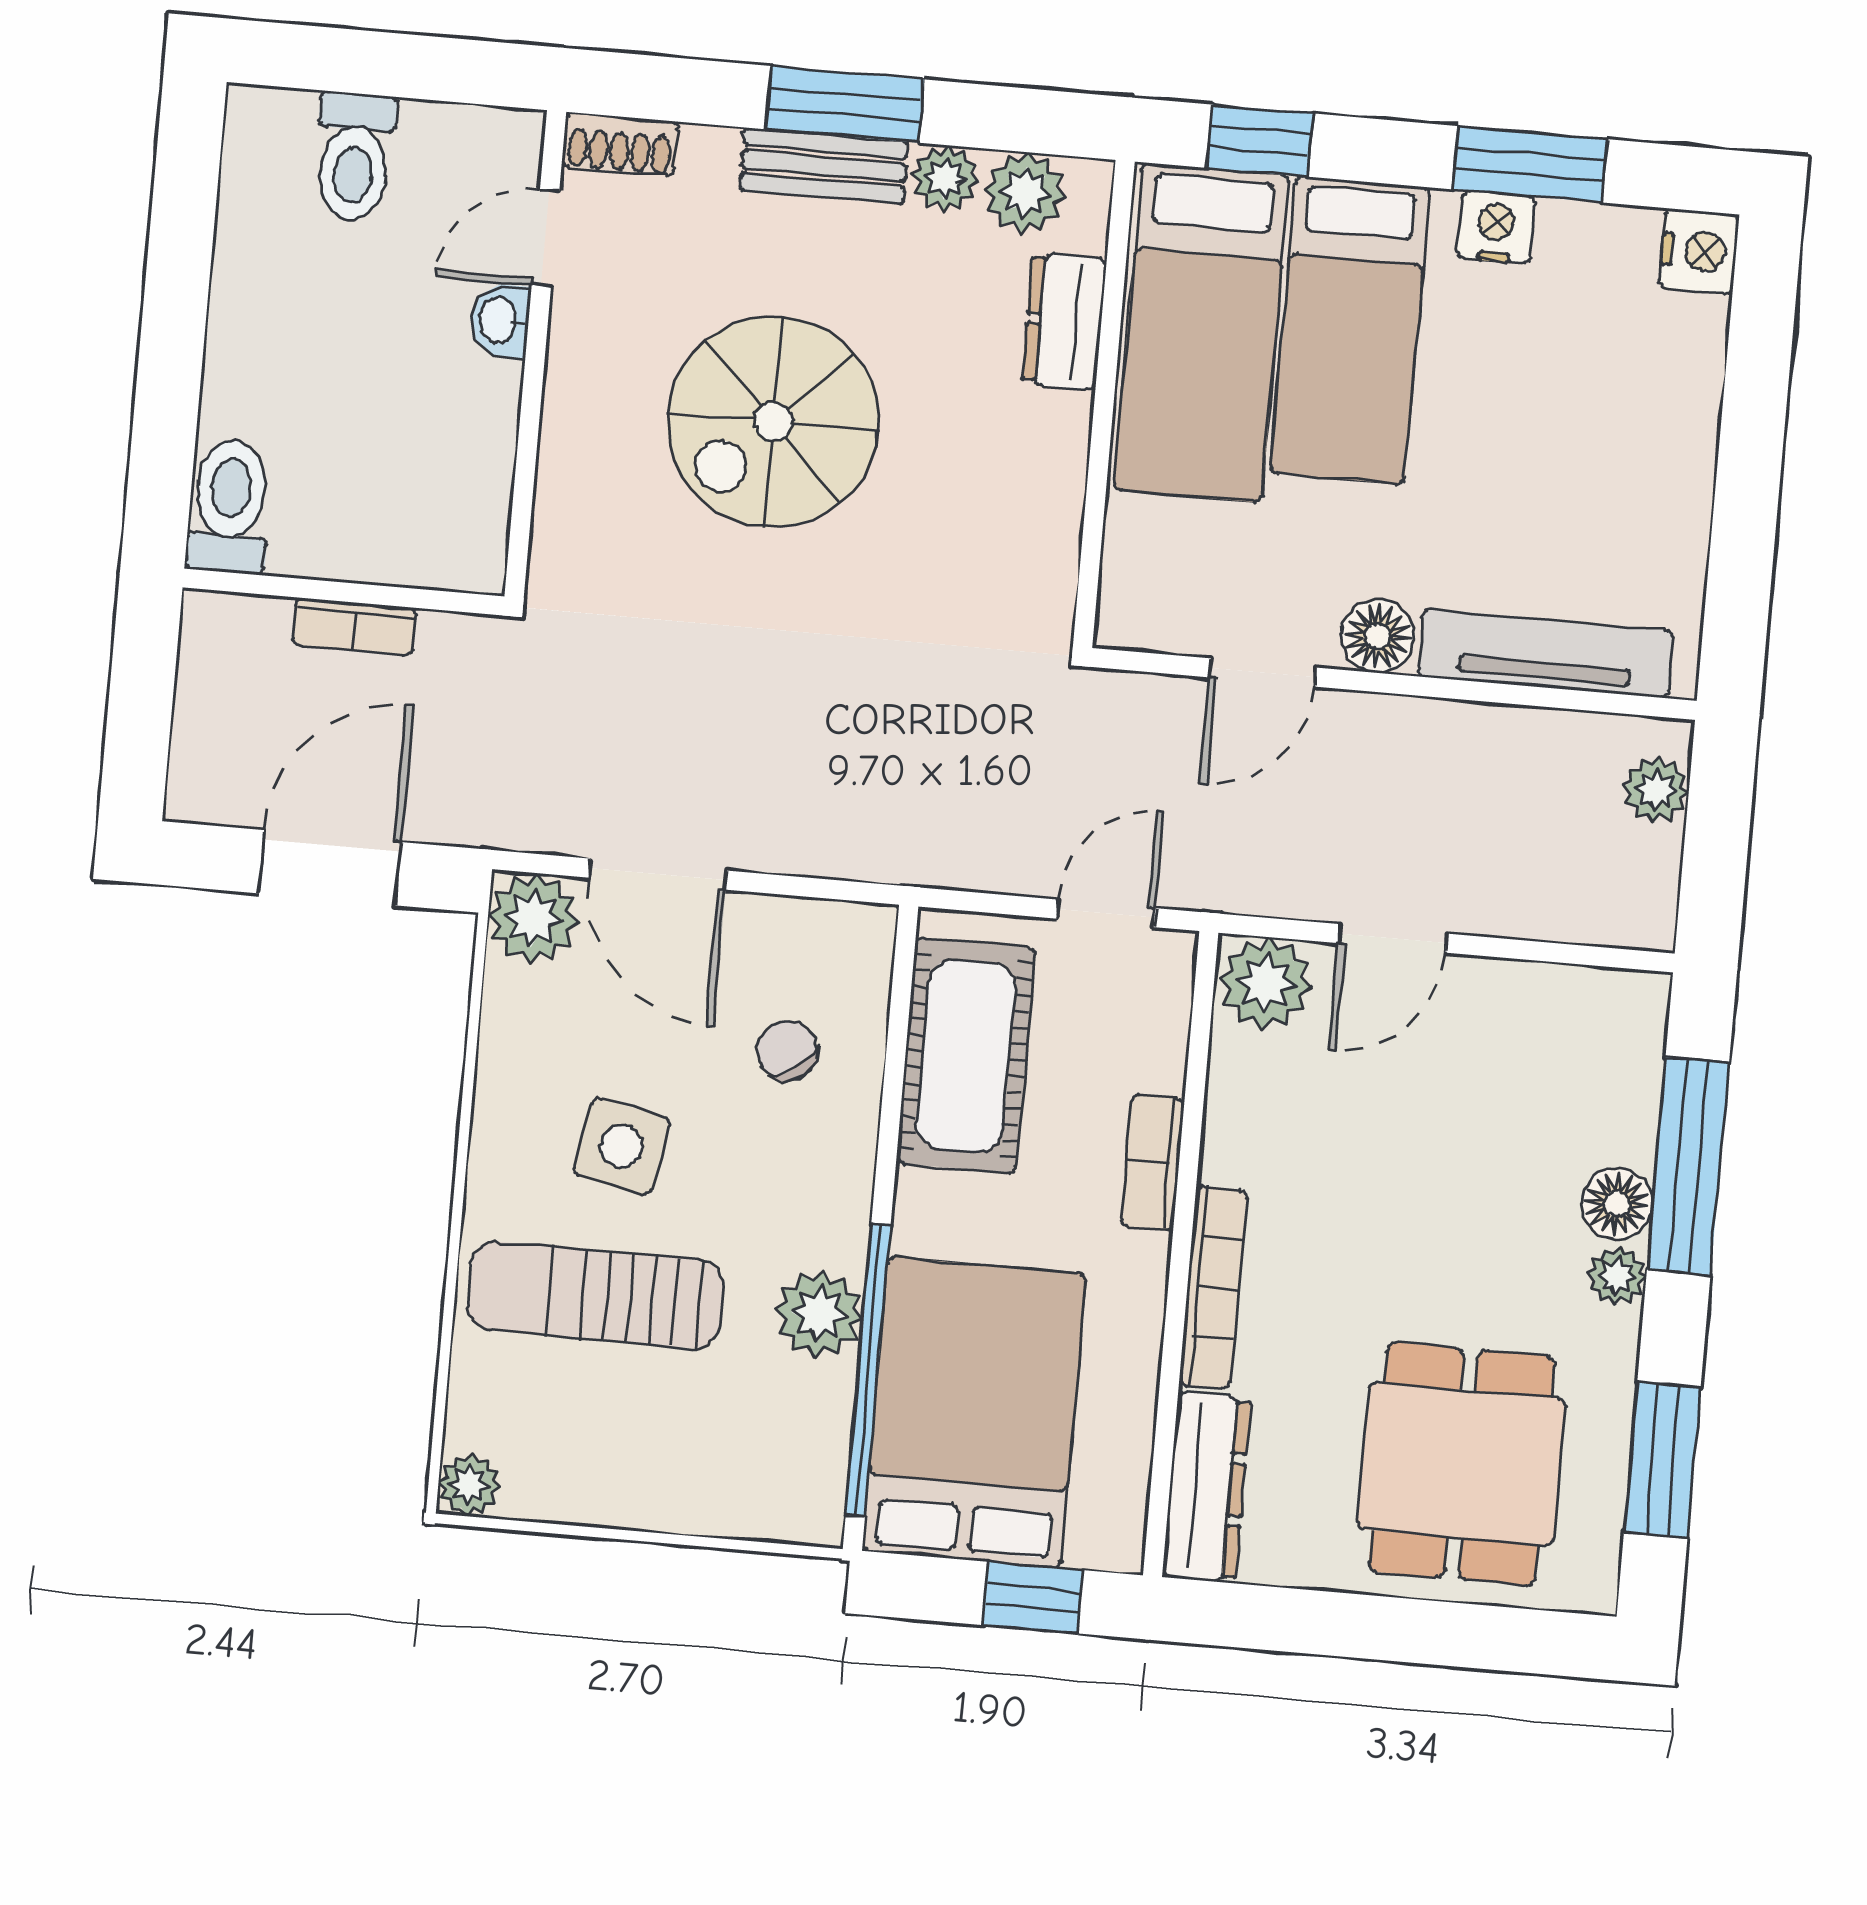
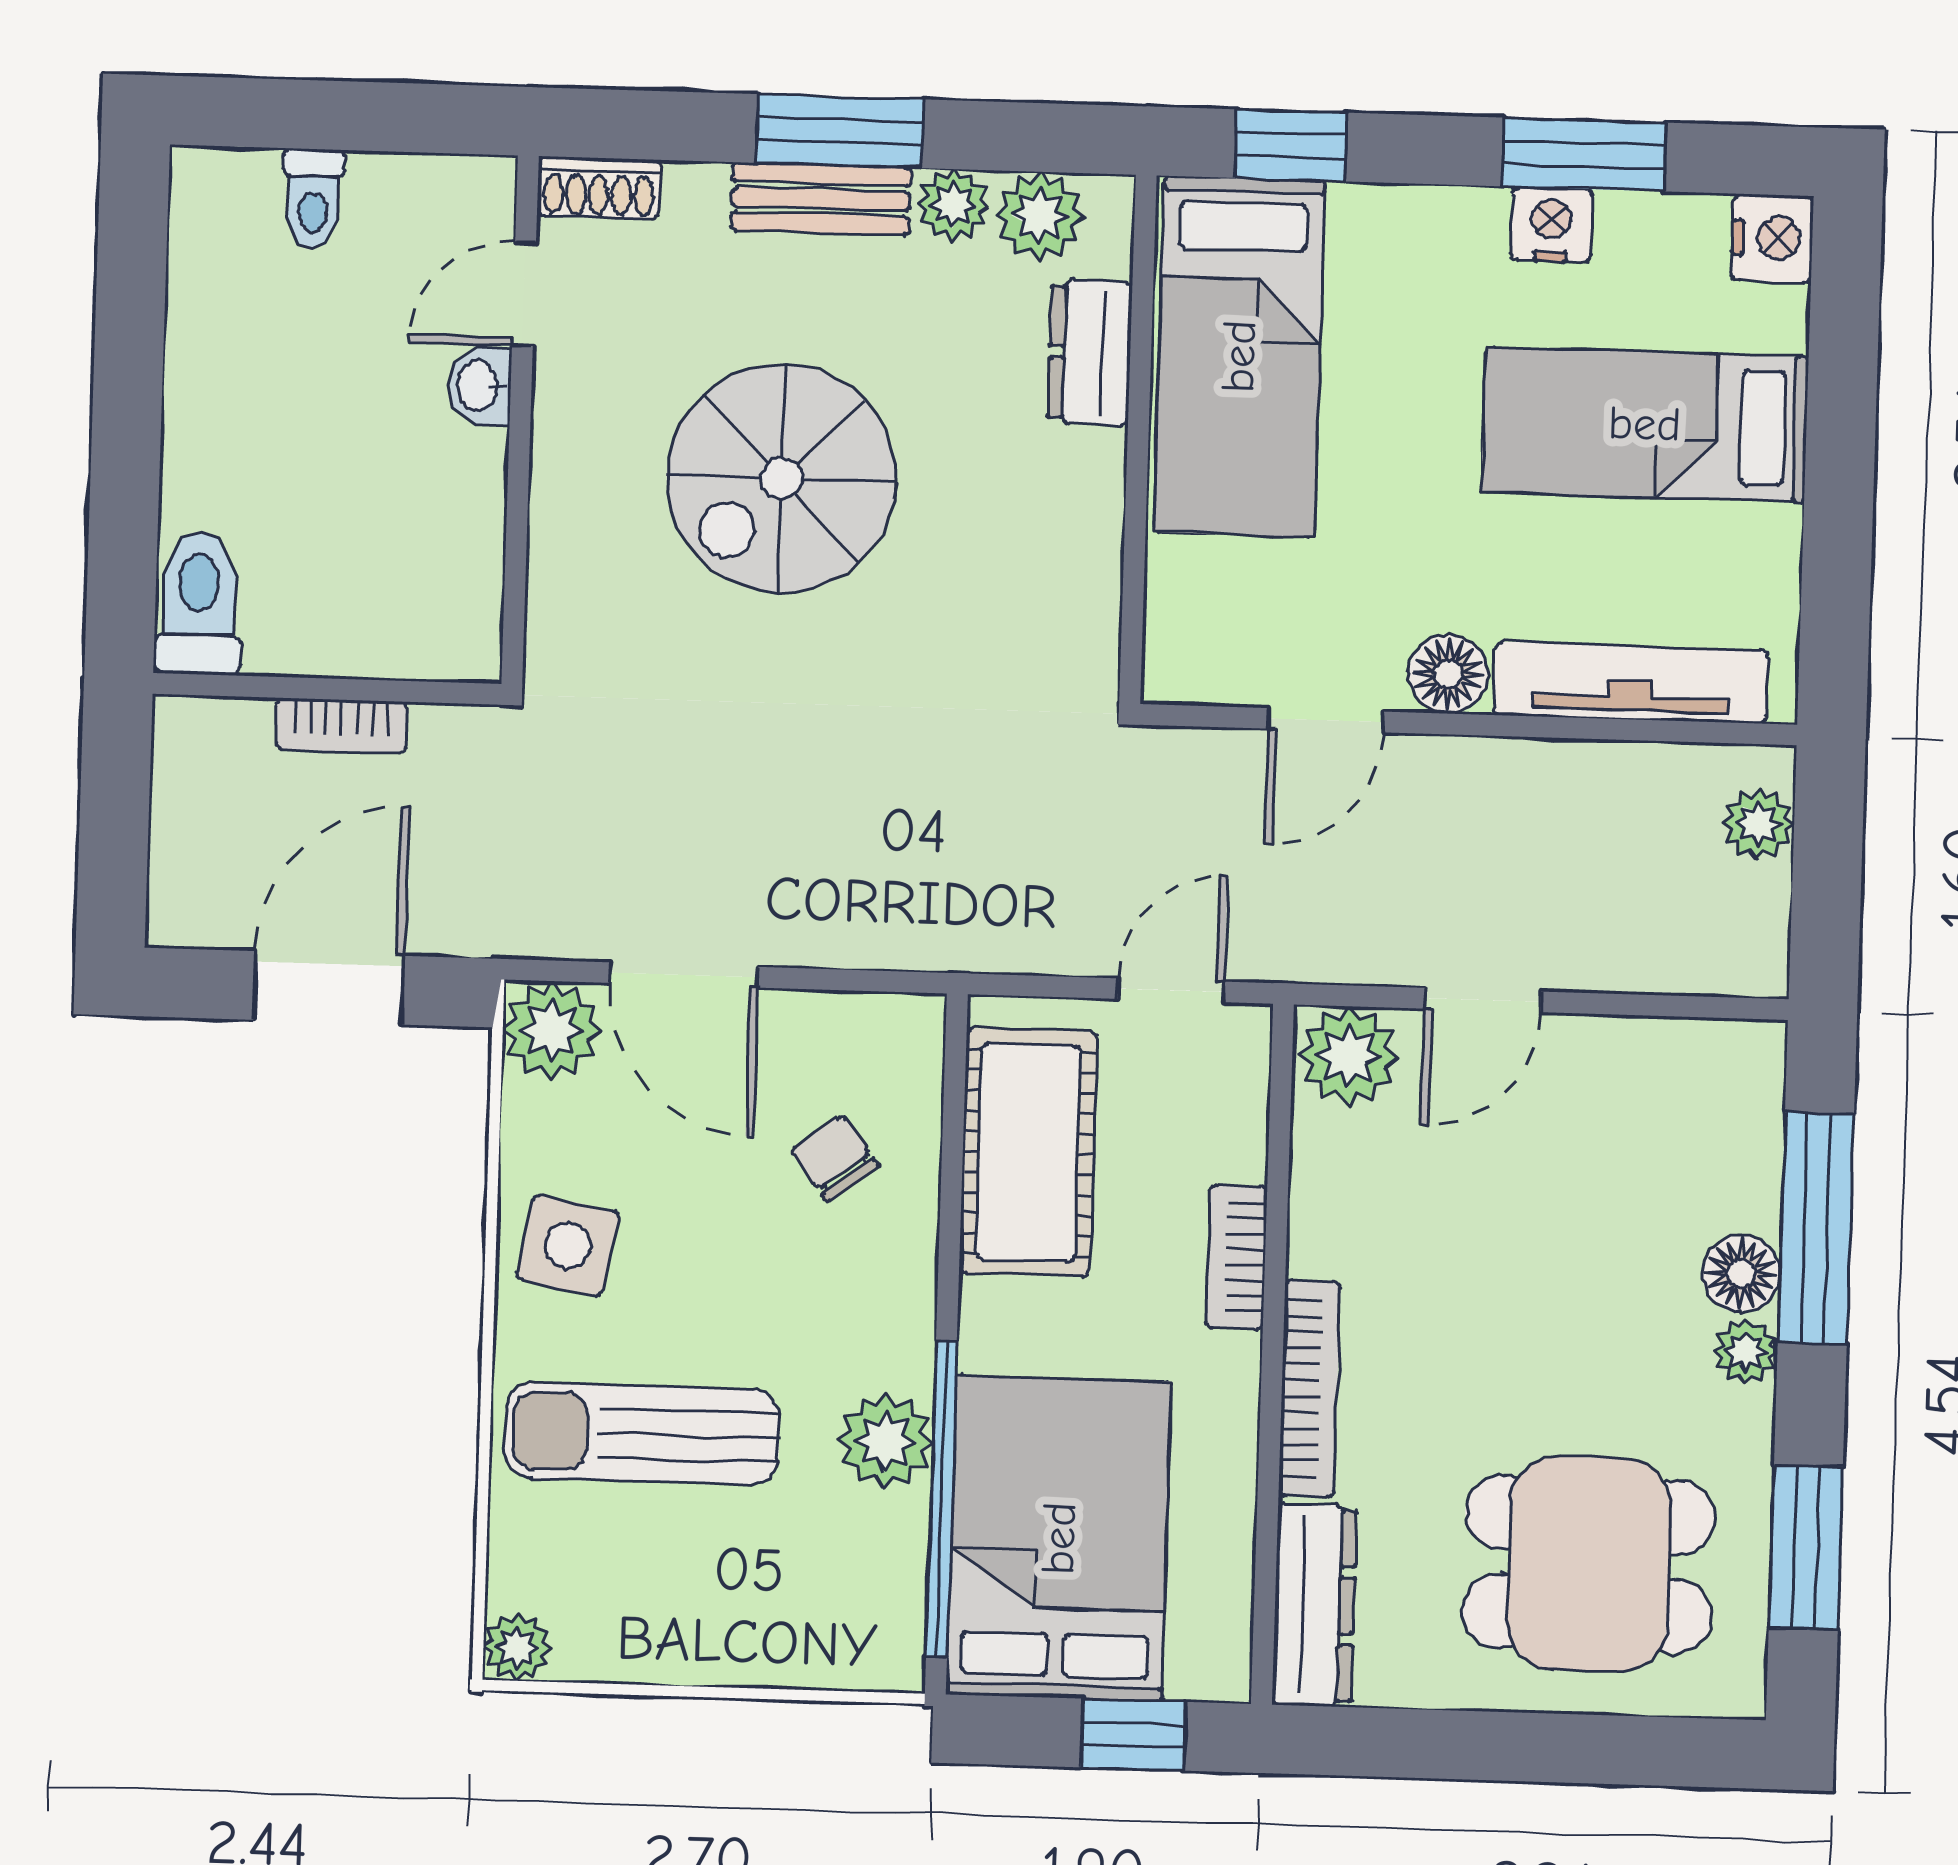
toilet: (354, 157) -> (313, 199), width x0.73, depth x0.72
bed: (1350, 330) -> (1645, 424), moved, turned 90
side table: (622, 1147) -> (567, 1246), moved
dining table: (1461, 1464) -> (1589, 1564), turned 90

